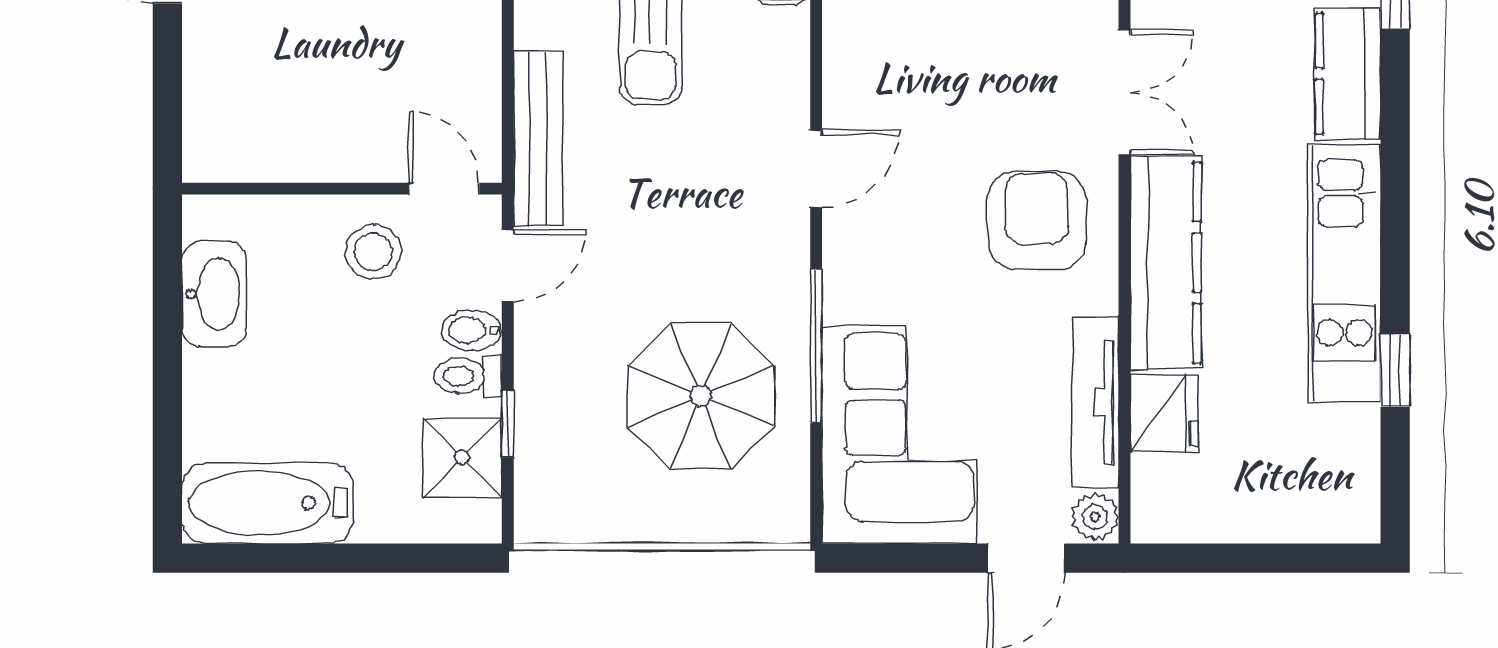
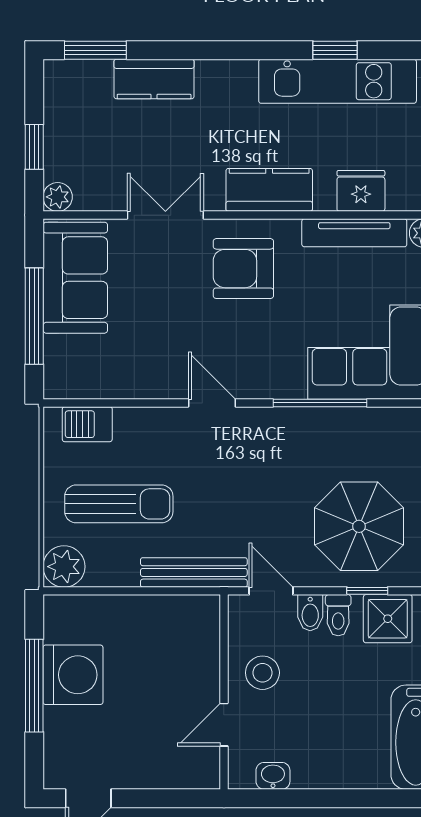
door: (444, 189) -> (224, 725), moved
kitchen counter: (1166, 263) -> (269, 190), width x0.67
kitchen unit: (1344, 273) -> (338, 81), moved
washbasin: (214, 294) -> (273, 776), width x0.52, depth x0.69
parasol: (701, 396) -> (359, 526), moved

